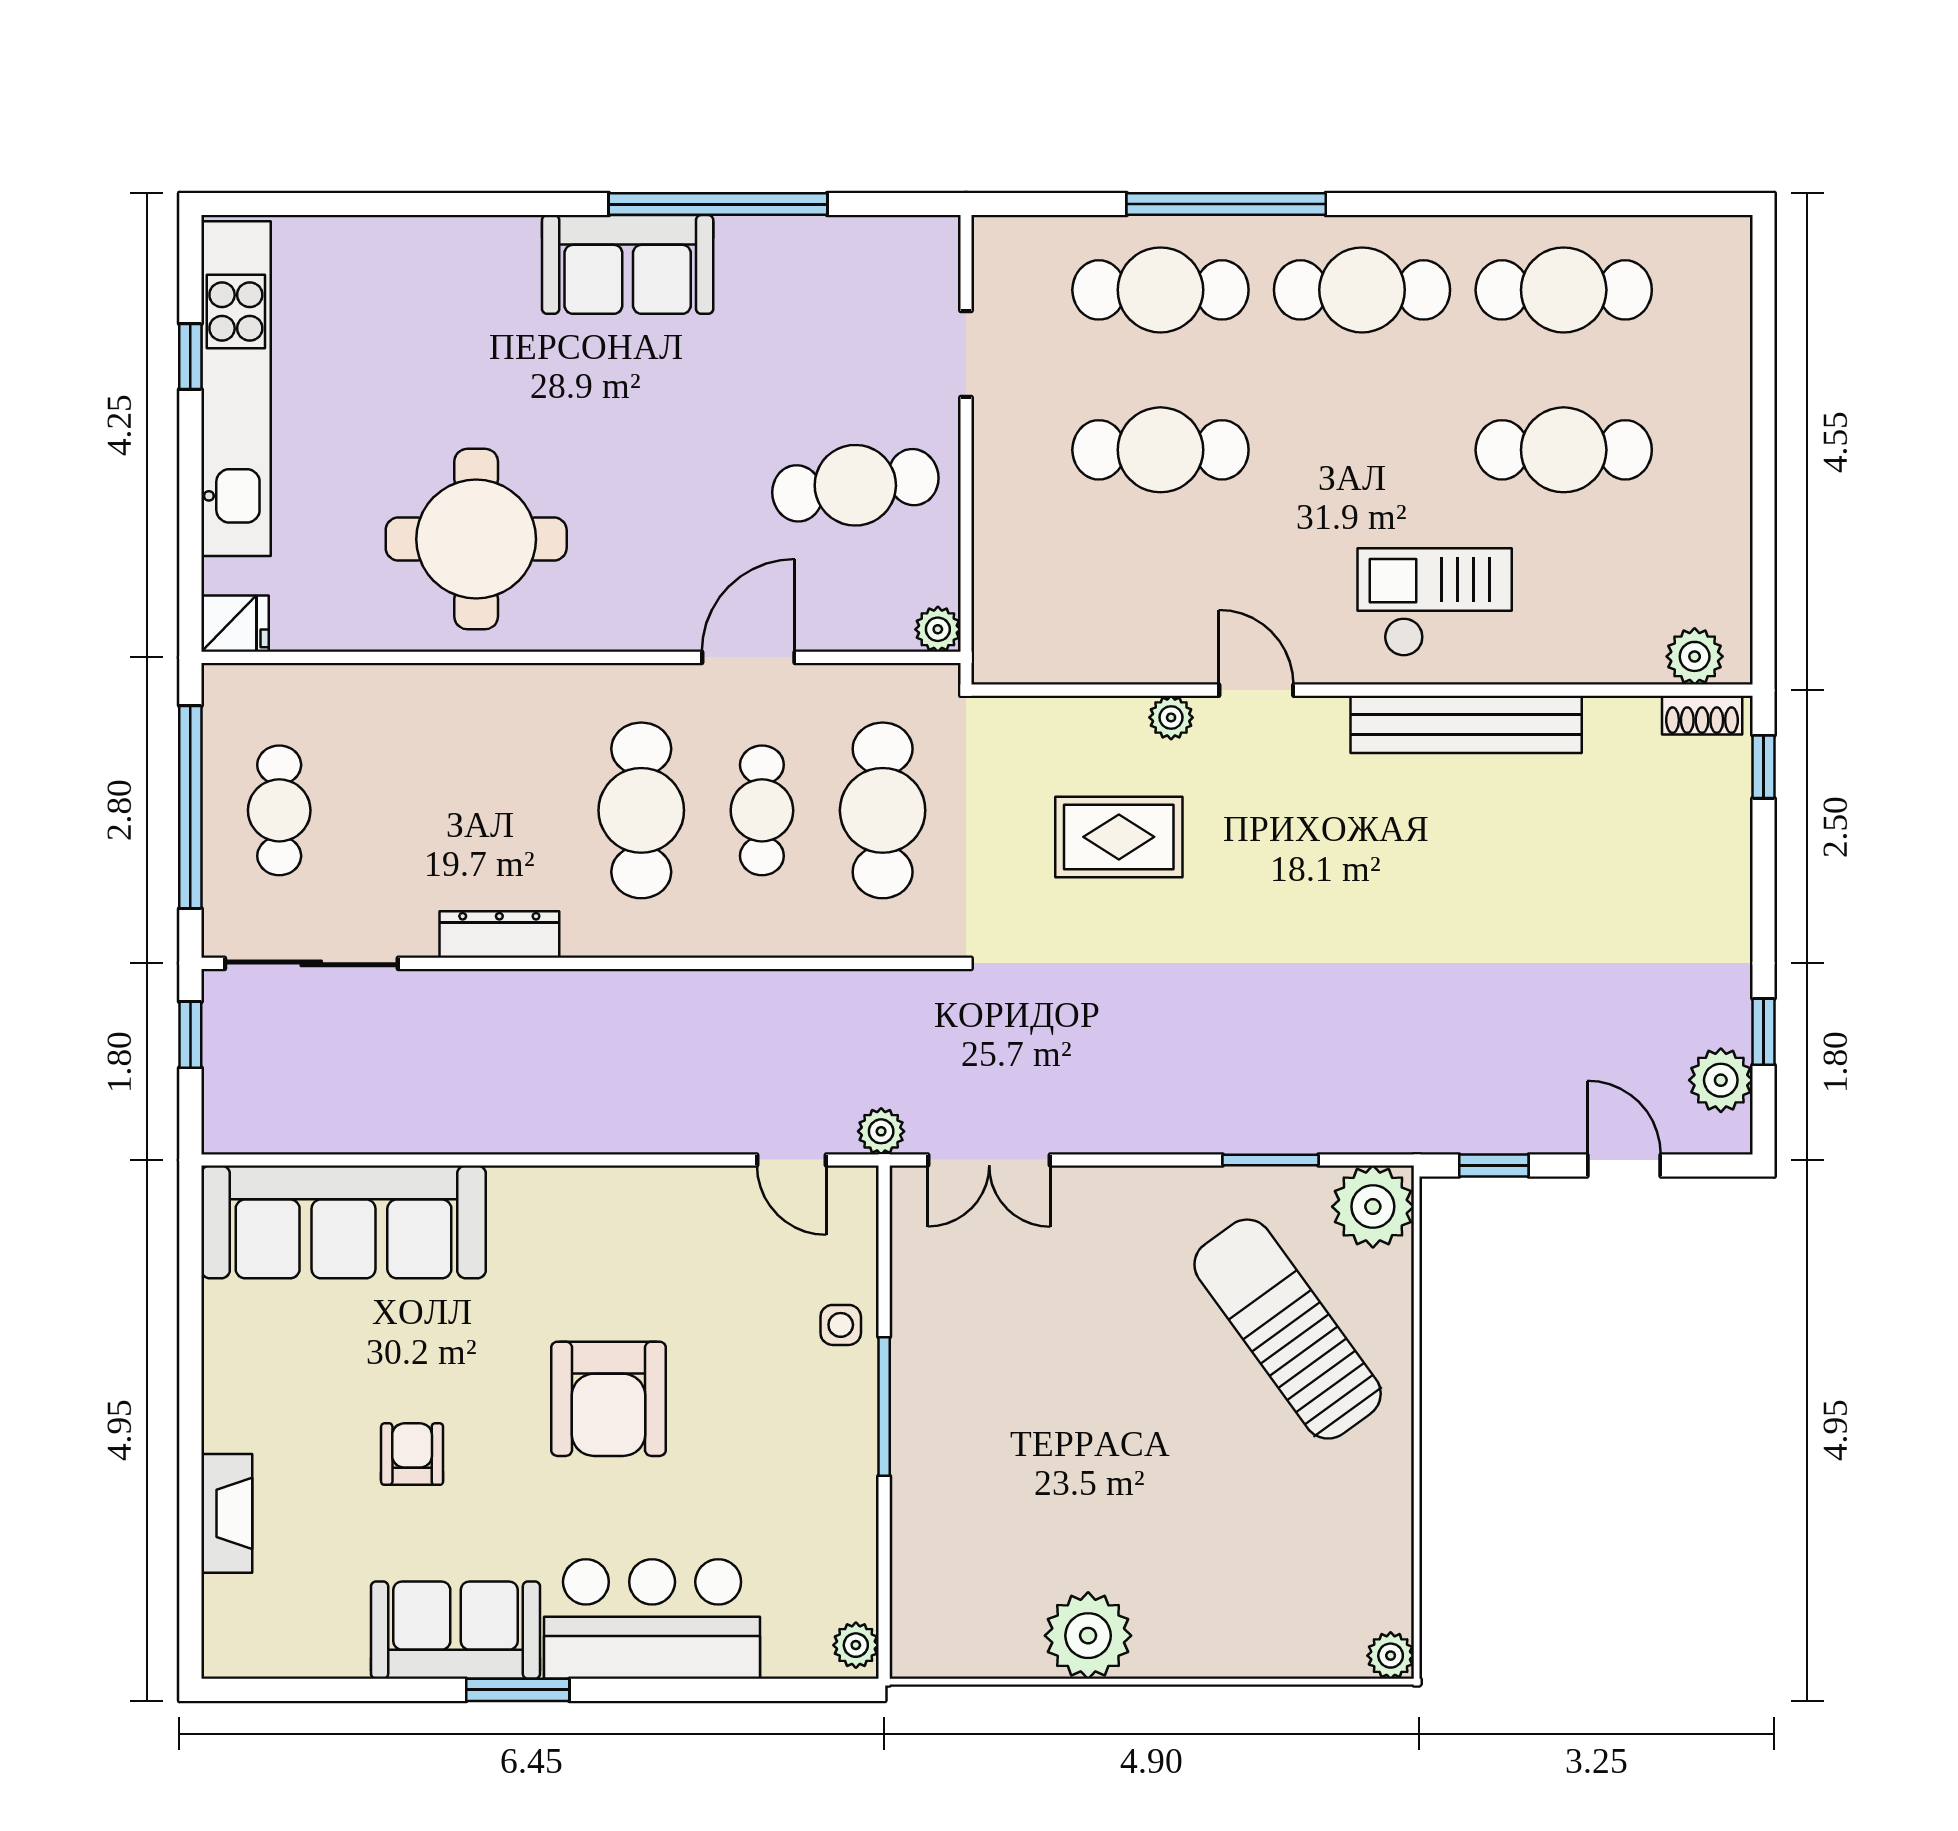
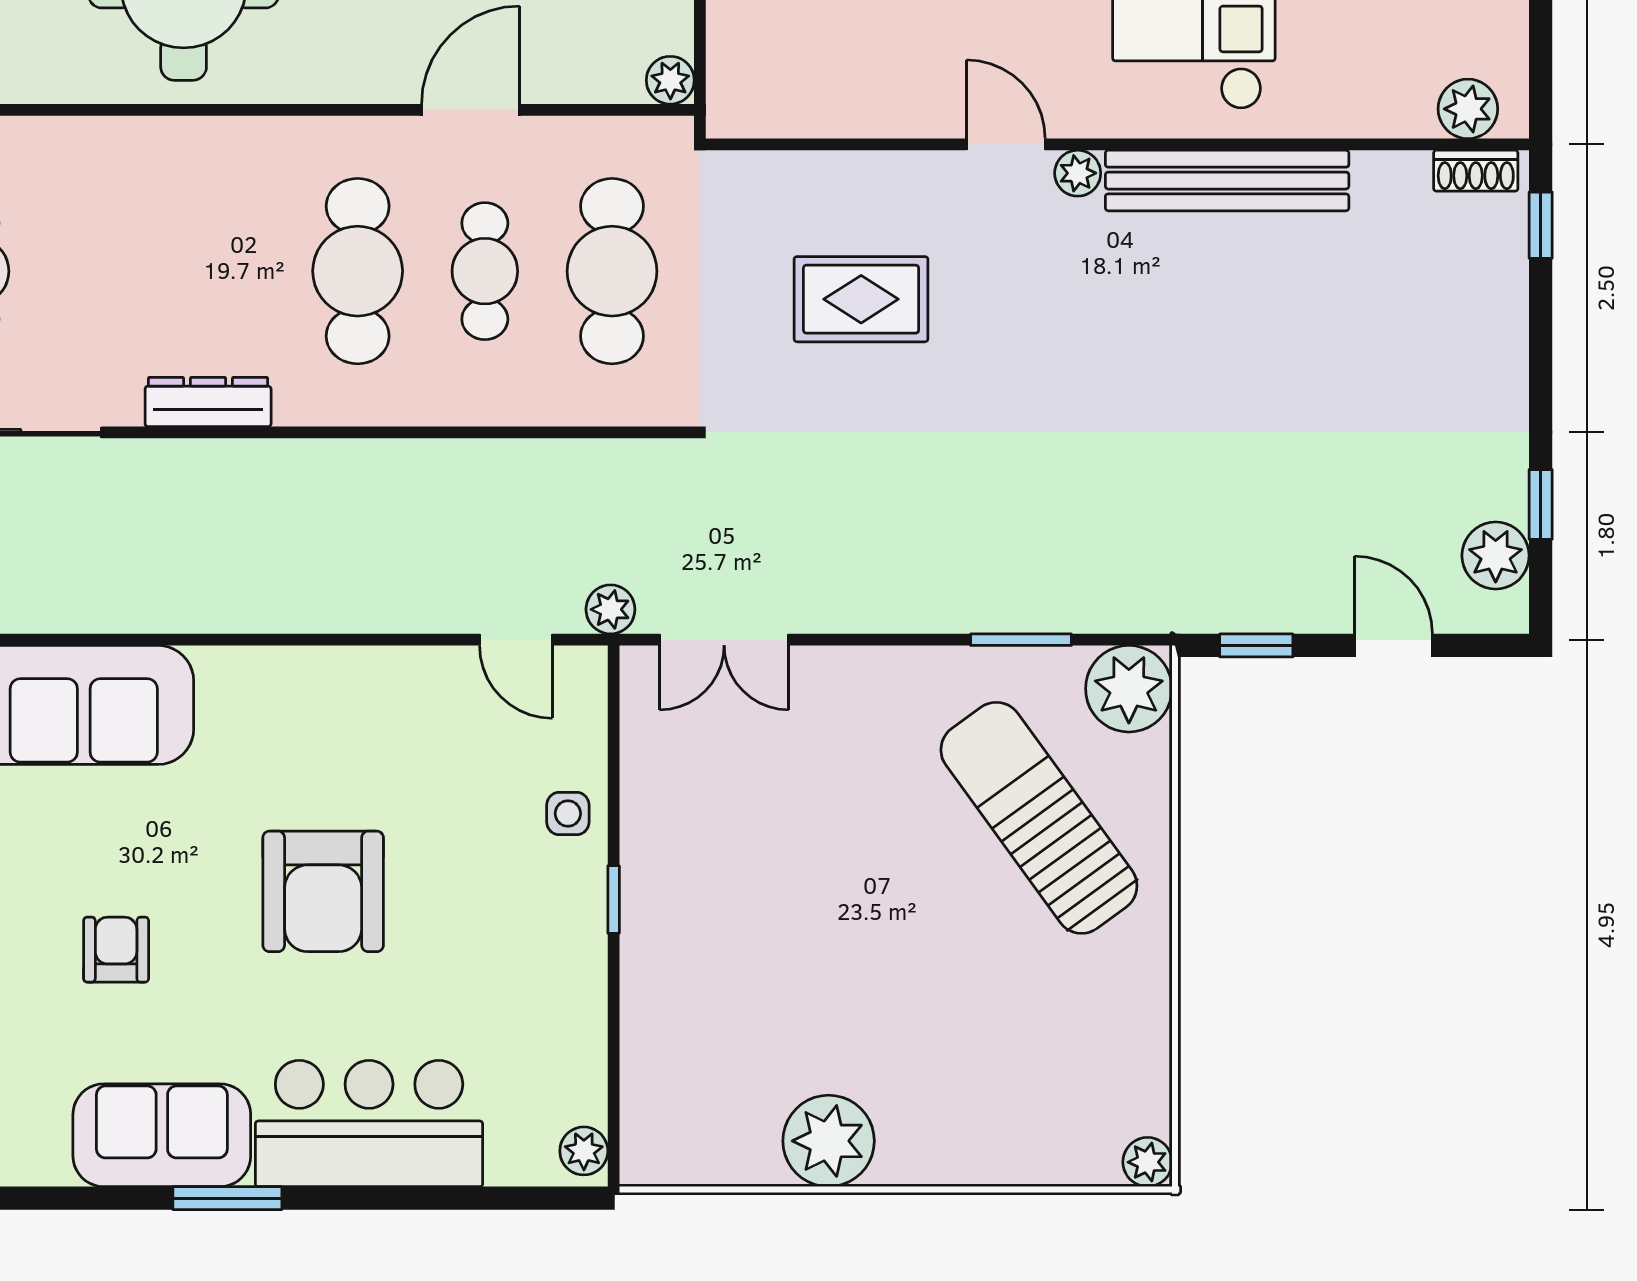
plant: (1171, 717) -> (1078, 173), moved
window: (884, 1407) -> (614, 900), width x0.46

